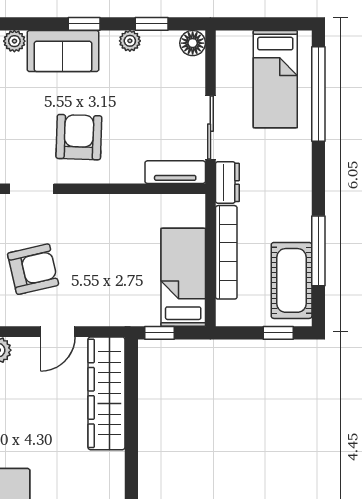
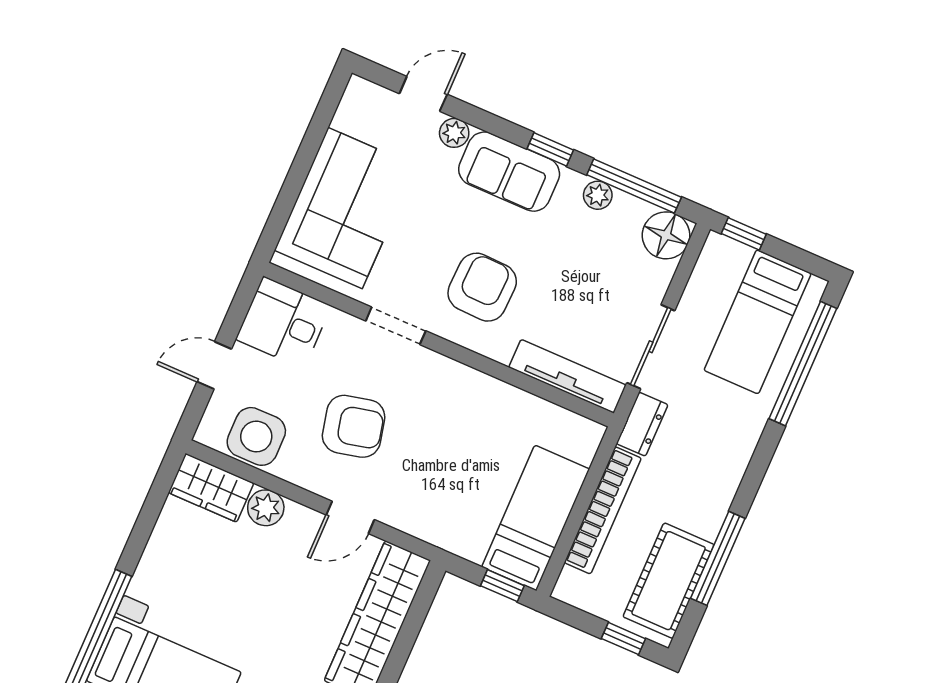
window: (152, 24) -> (634, 186), width x2.17
window: (240, 24) -> (744, 234), added
floor lamp: (193, 43) -> (666, 235), width x1.38, depth x1.38
tv unit: (175, 172) -> (568, 376), width x1.41
window: (159, 333) -> (502, 586), moved

